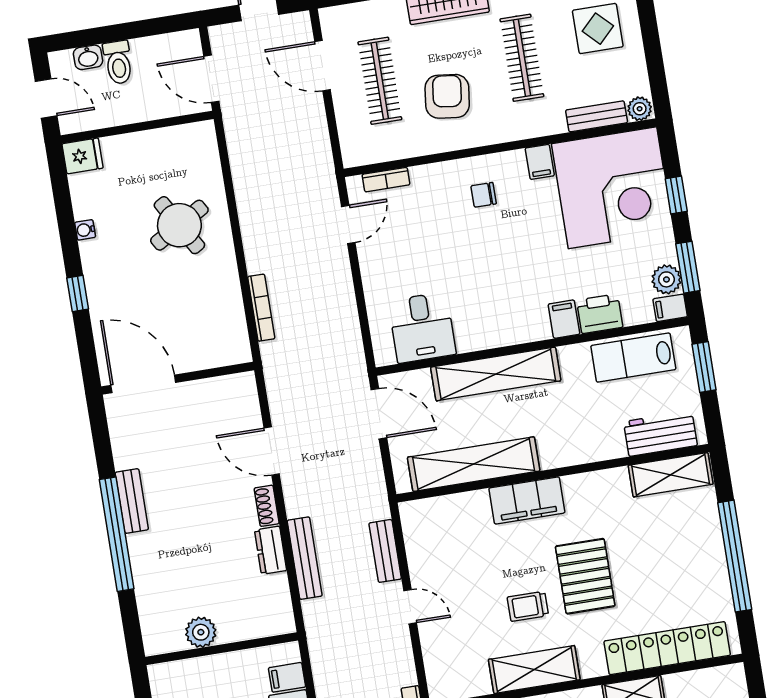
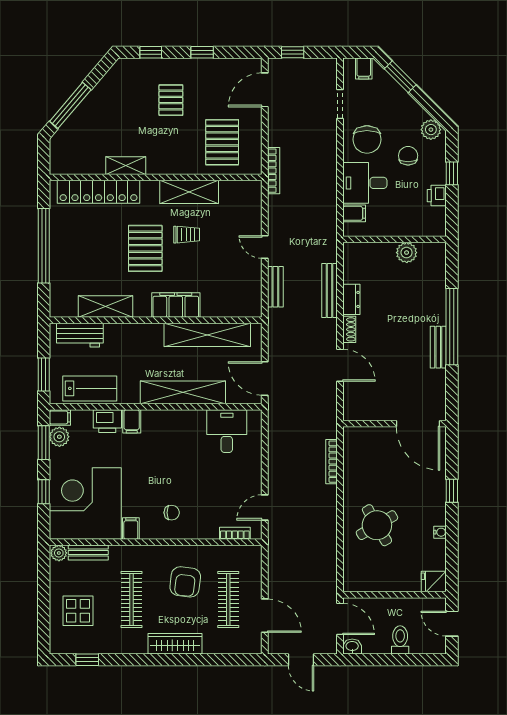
washbasin: (88, 57) -> (352, 646), moved
shelving: (671, 475) -> (105, 307), moved

